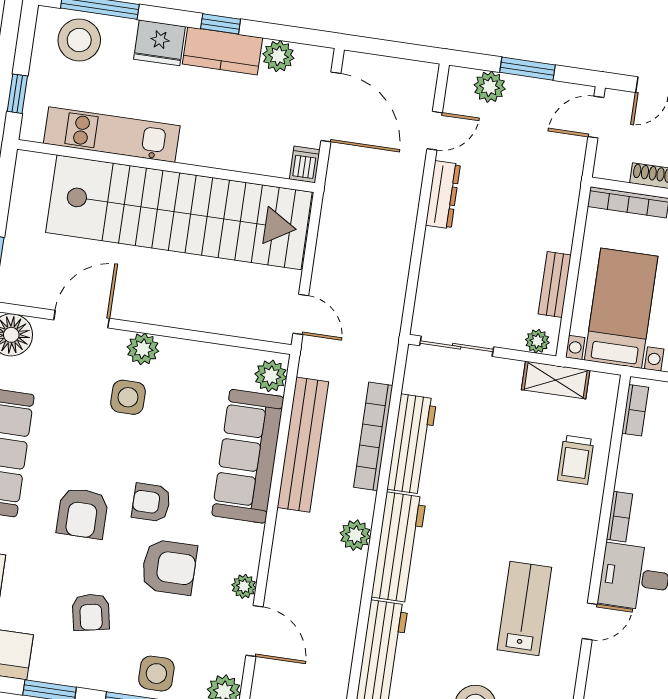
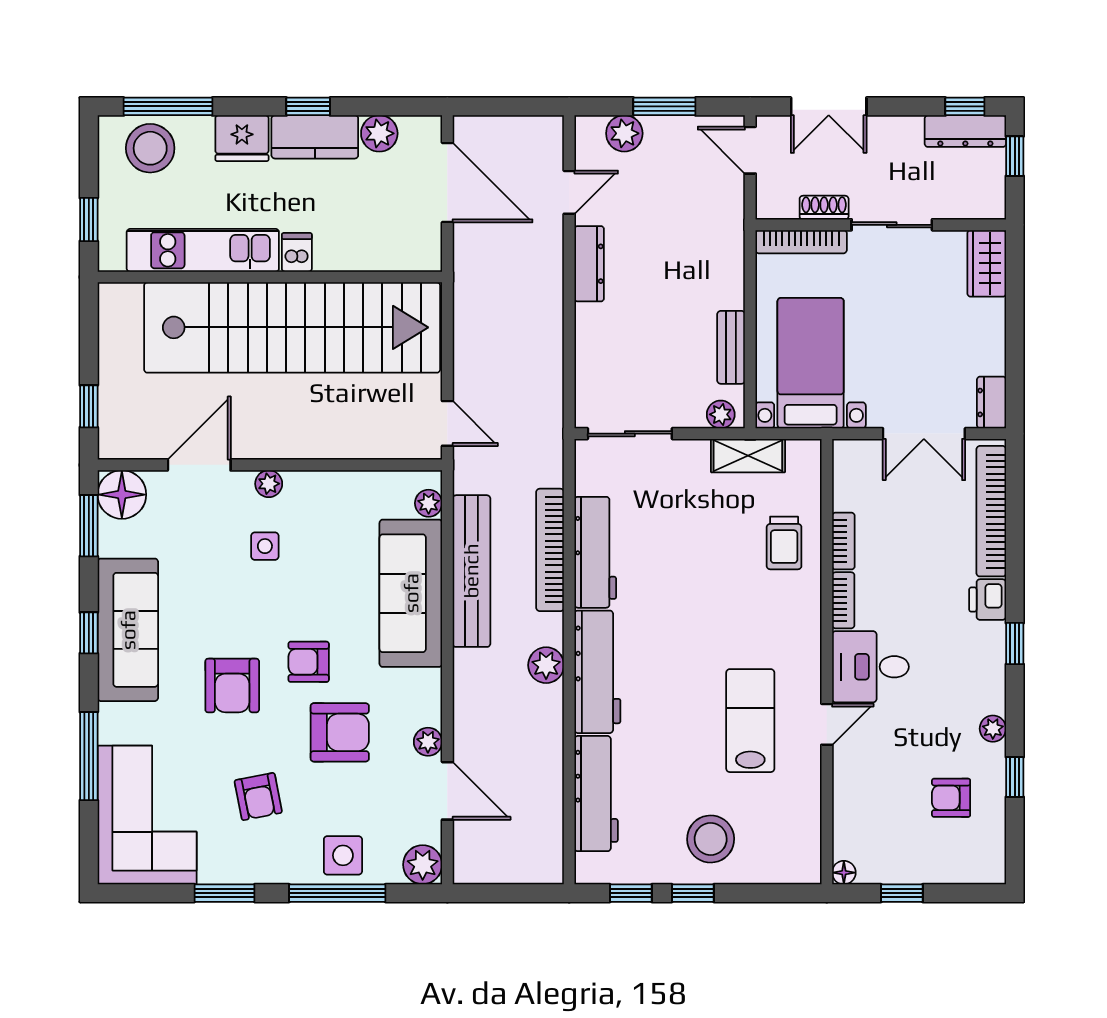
door: (596, 117) -> (750, 150), hinge flipped
dishwasher: (305, 165) -> (297, 252), moved
plant: (143, 349) -> (269, 484), width x0.73, depth x0.73
plant: (271, 376) -> (429, 503), width x0.73, depth x0.73
side table: (128, 397) -> (265, 546), width x0.73, depth x0.73
bookcase: (635, 410) -> (843, 541), moved

